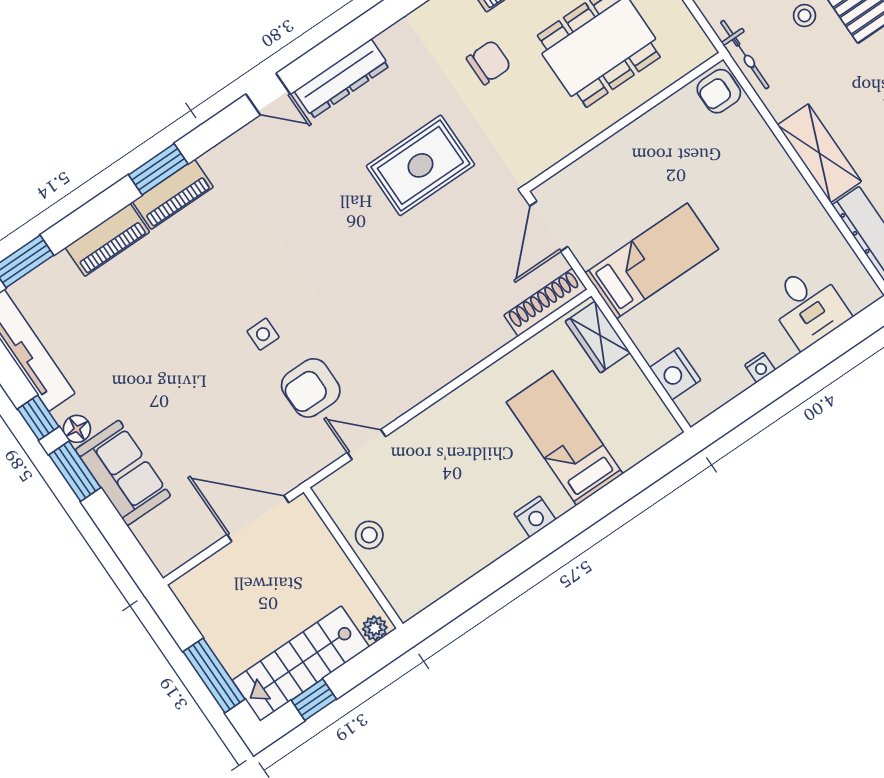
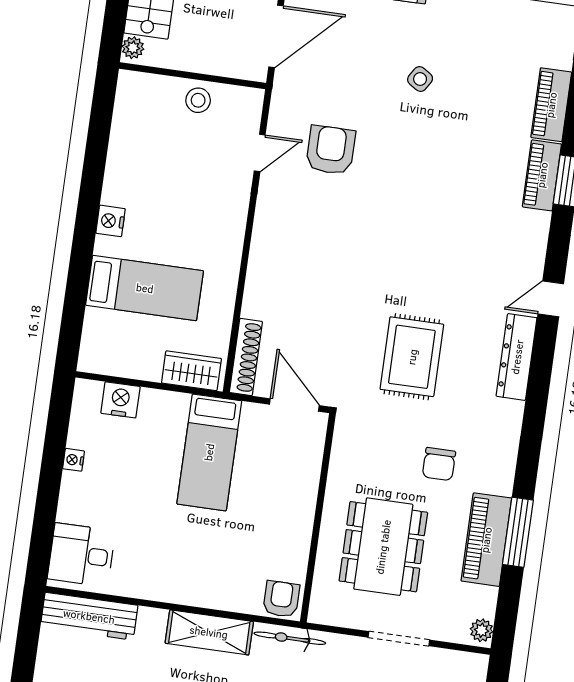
shelving: (819, 153) -> (209, 632), moved
desk: (808, 306) -> (81, 555), moved
side table: (263, 334) -> (420, 79), moved, turned 32

